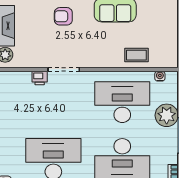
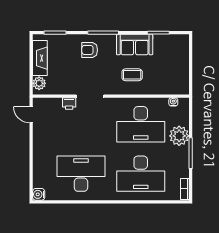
coffee table: (136, 55) -> (132, 75), moved
desk: (122, 102) -> (141, 124), turned 180

